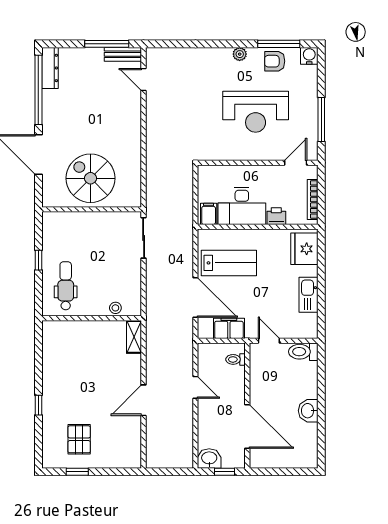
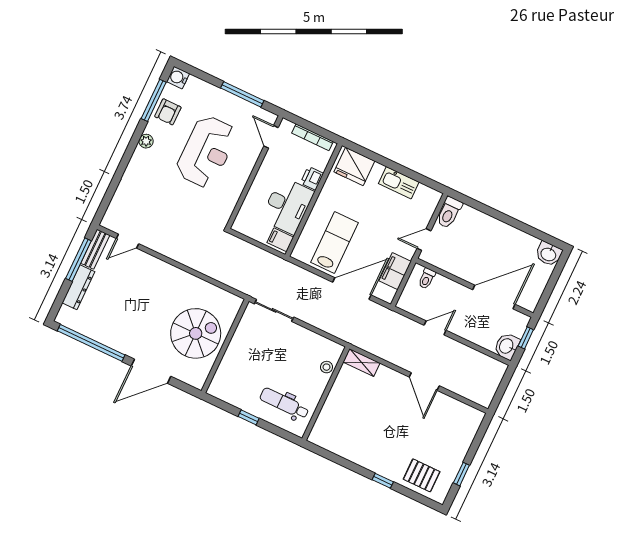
dresser: (50, 68) -> (78, 287), moved, turned 90
spiral stairs: (91, 178) -> (196, 333), turned 180
washbasin: (308, 411) -> (549, 254), moved
pallet: (79, 439) -> (422, 475), moved

